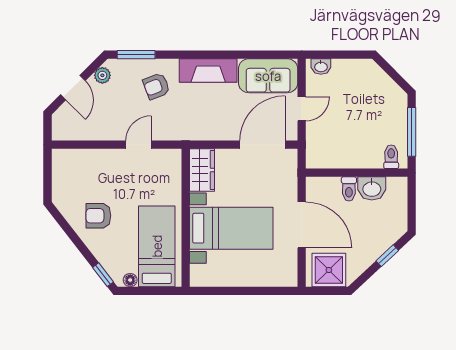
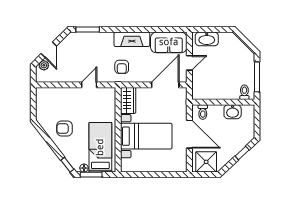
washbasin: (321, 67) -> (207, 39), width x1.91, depth x1.45
plant: (102, 75) -> (44, 65), moved
armchair: (156, 86) -> (122, 67), moved, turned -69
toilet: (349, 189) -> (203, 112), moved
window: (142, 291) -> (91, 175), added

